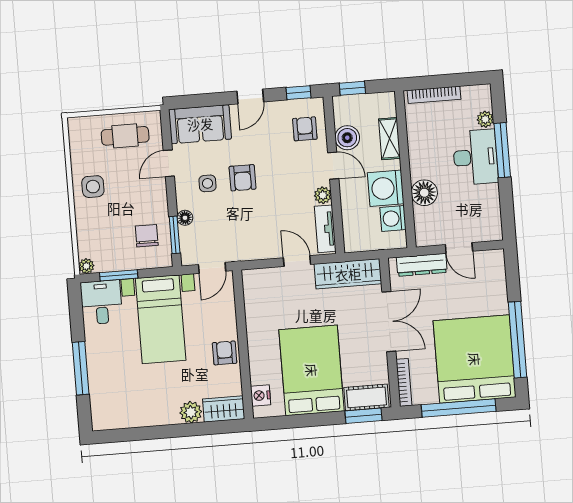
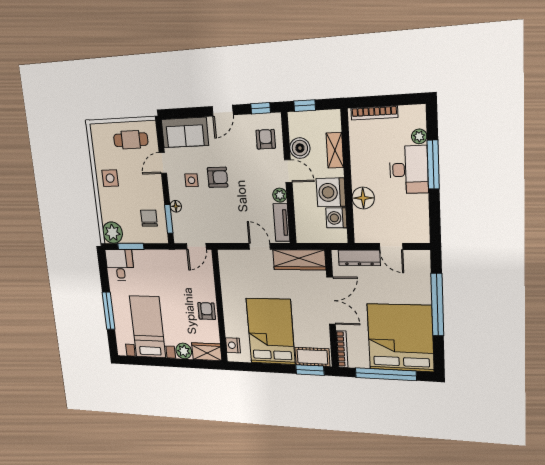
armchair: (243, 178) -> (218, 177), turned -90
plant: (86, 266) -> (112, 233), width x1.88, depth x1.88
bed with nightstands: (161, 319) -> (148, 327), moved, turned 180
window: (517, 340) -> (437, 305), moved

